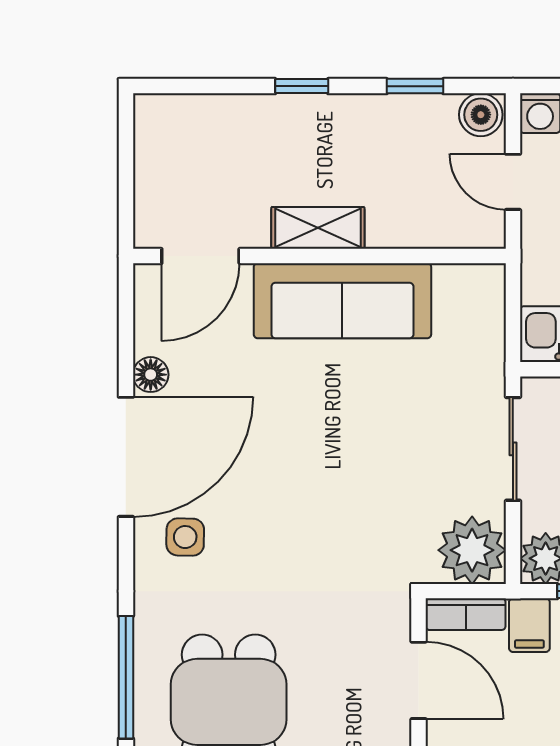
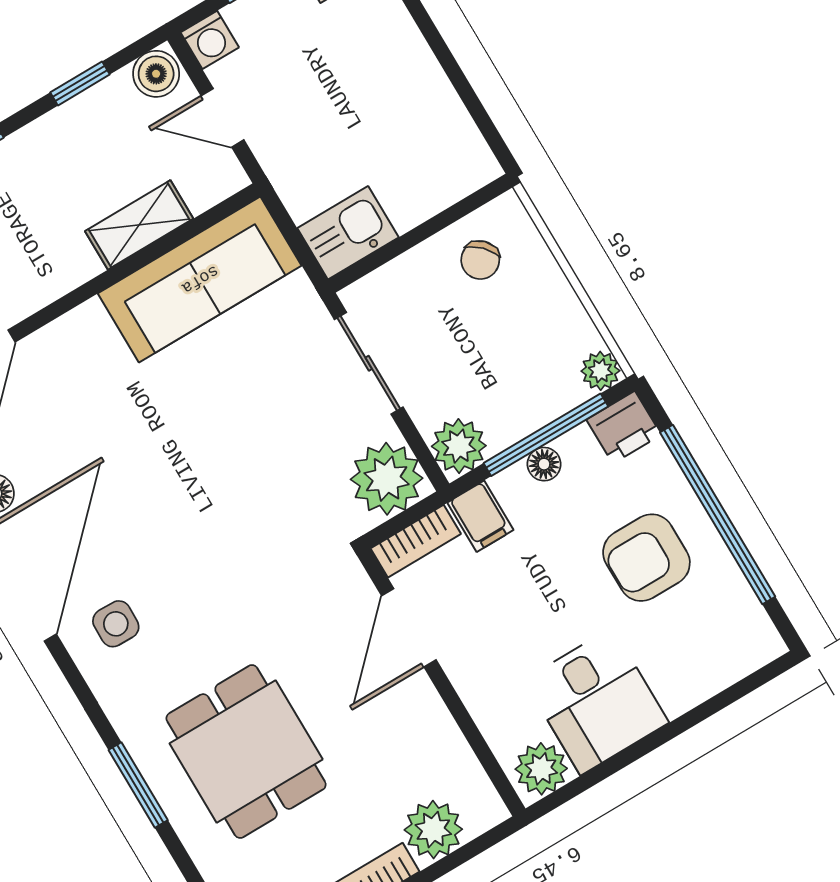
shelving: (318, 228) -> (139, 225), moved
sofa: (342, 301) -> (200, 279), moved
window: (126, 677) -> (138, 785), width x0.69
door: (419, 680) -> (409, 628), swing flipped

